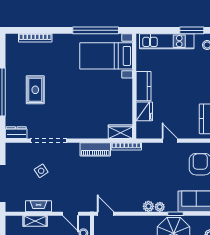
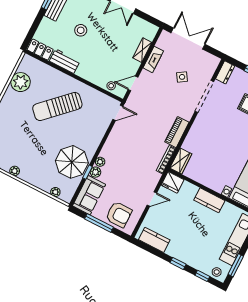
fridge: (144, 111) -> (173, 182), moved
plant: (148, 206) -> (95, 172), moved

